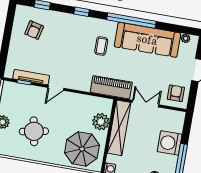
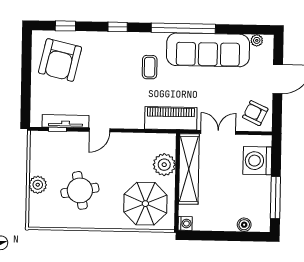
armchair: (34, 30) -> (60, 60), width x1.88, depth x1.88
armchair: (176, 93) -> (255, 113), turned -65
washing machine: (170, 143) -> (257, 161), moved

